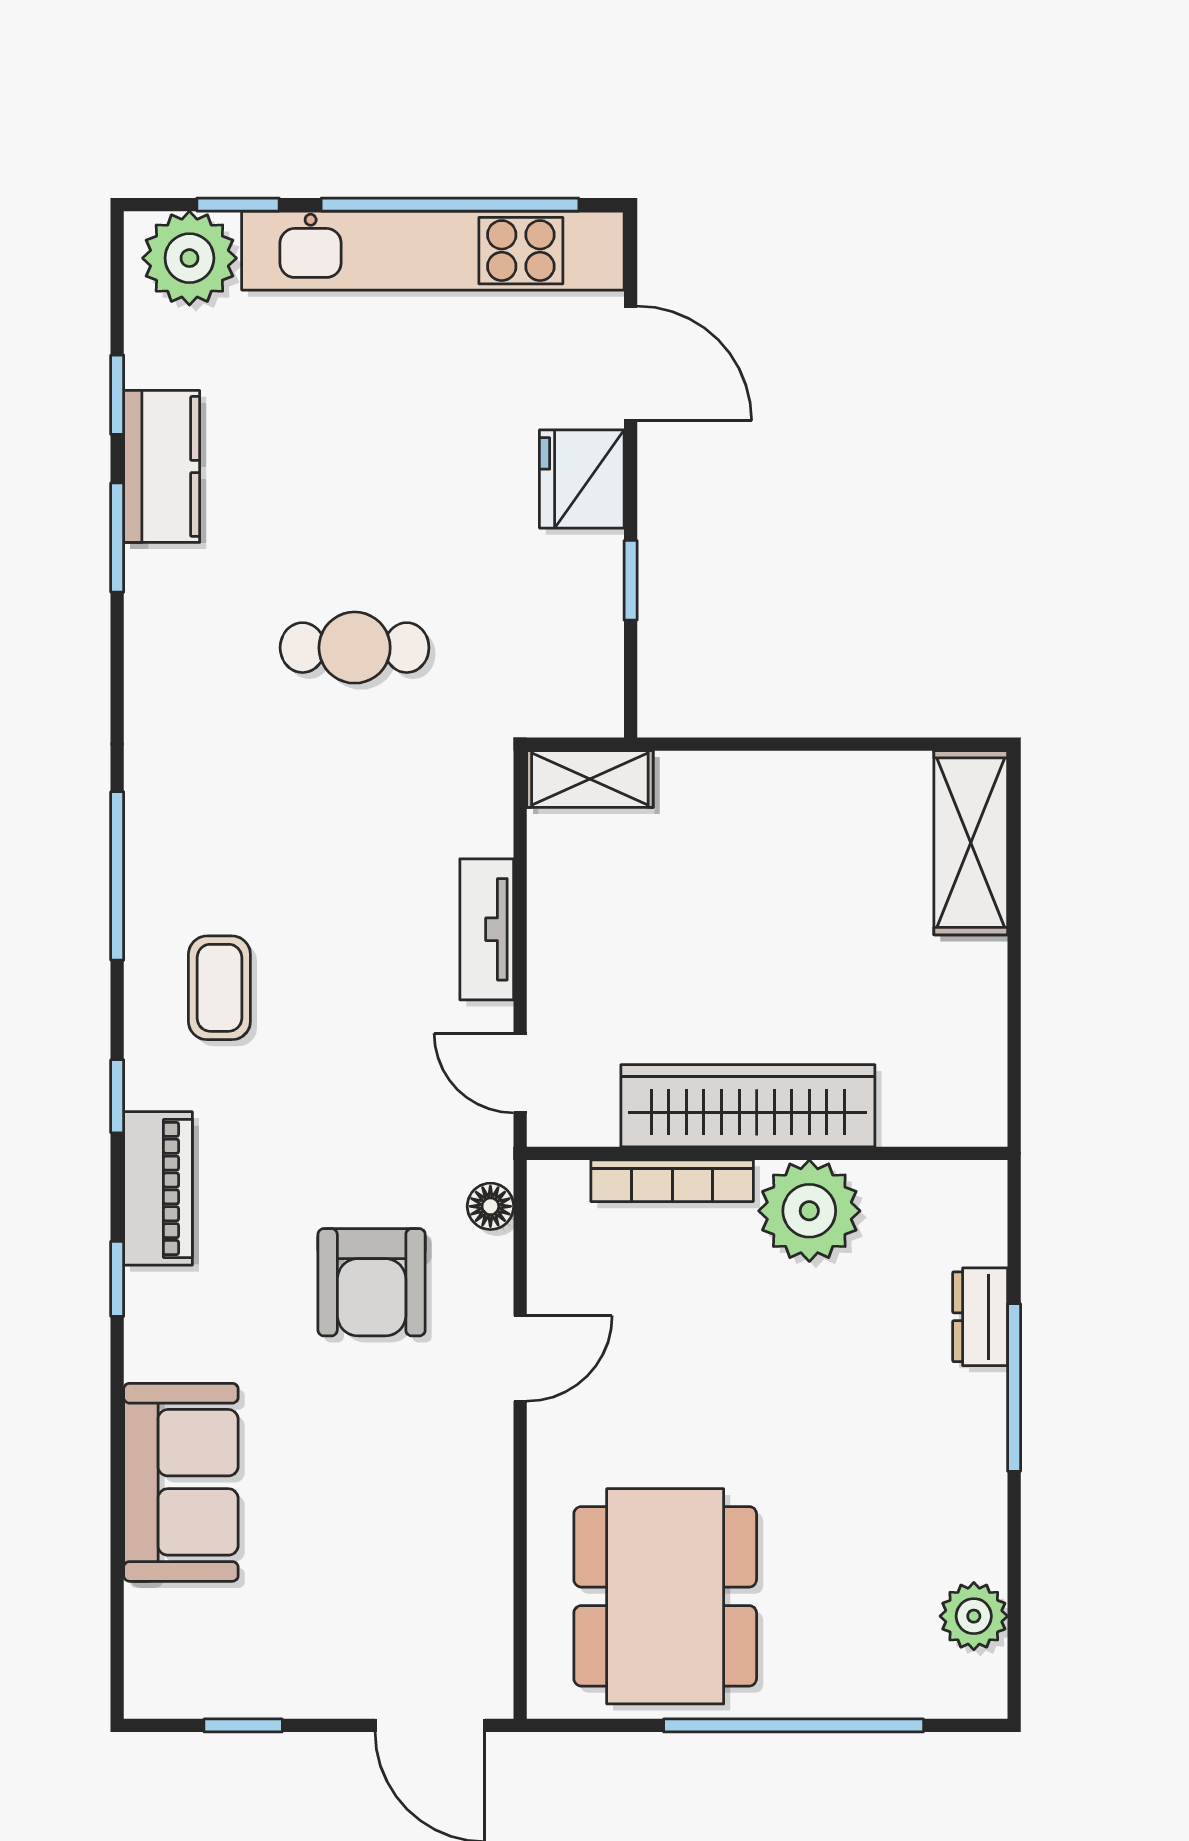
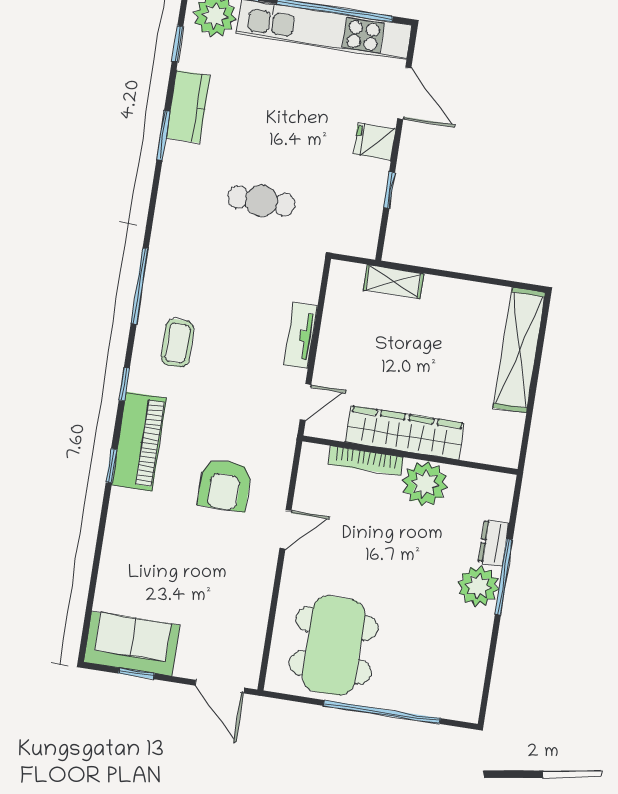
window: (117, 395) -> (178, 44), moved
fridge: (582, 479) -> (374, 142), width x0.72
shelving: (590, 779) -> (394, 282), moved
shelving: (971, 843) -> (519, 350), width x1.47
door: (520, 1073) -> (305, 402), swing flipped
piano: (158, 1188) -> (139, 442), width x1.37, depth x1.33
floor lamp: (490, 1206) -> (283, 459), removed
sofa: (181, 1482) -> (132, 644), moved, turned -90
plant: (974, 1616) -> (478, 586), moved, width x1.36, depth x1.36

